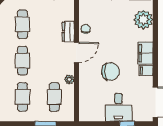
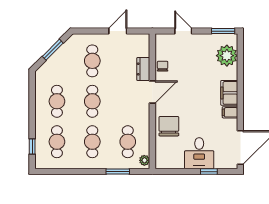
chair: (111, 72) -> (169, 126), moved, turned -90
plant: (69, 79) -> (144, 160), moved

